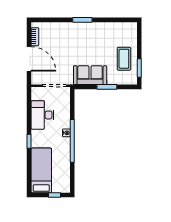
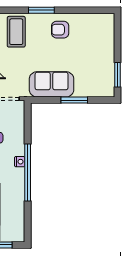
armchair: (97, 34) -> (60, 30), added
coffee table: (124, 59) -> (16, 32), moved

